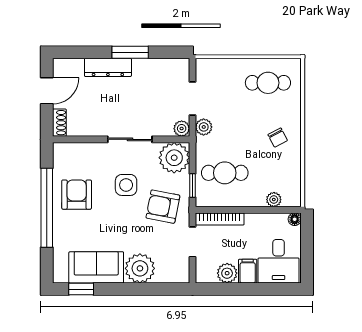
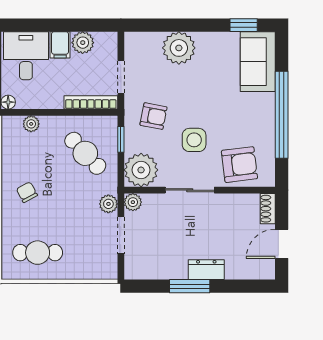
dresser: (108, 67) -> (206, 270), width x0.70
cafe table: (225, 173) -> (85, 153), turned 47
armchair: (77, 195) -> (239, 165), moved, turned -97
armchair: (163, 207) -> (153, 116), width x0.72, depth x0.72
sofa: (96, 267) -> (258, 62), moved, turned 90

